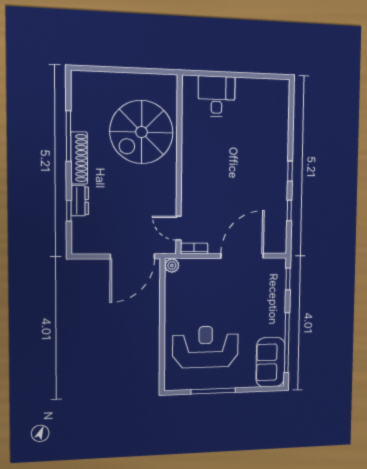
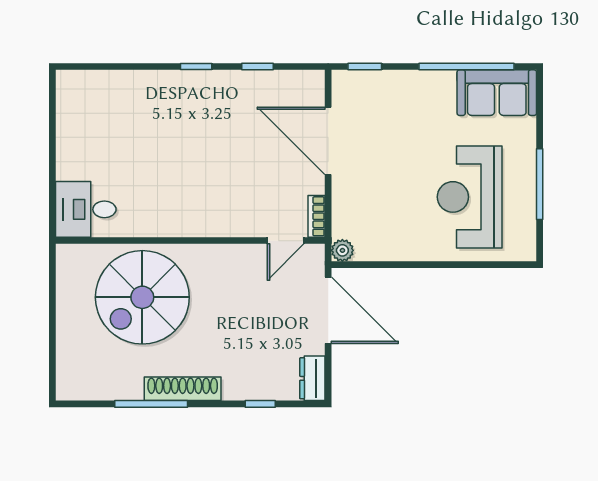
desk: (217, 96) -> (86, 209), moved
spiral stairs: (141, 132) -> (142, 297), turned 90
dresser: (80, 201) -> (312, 378), moved, turned -90

